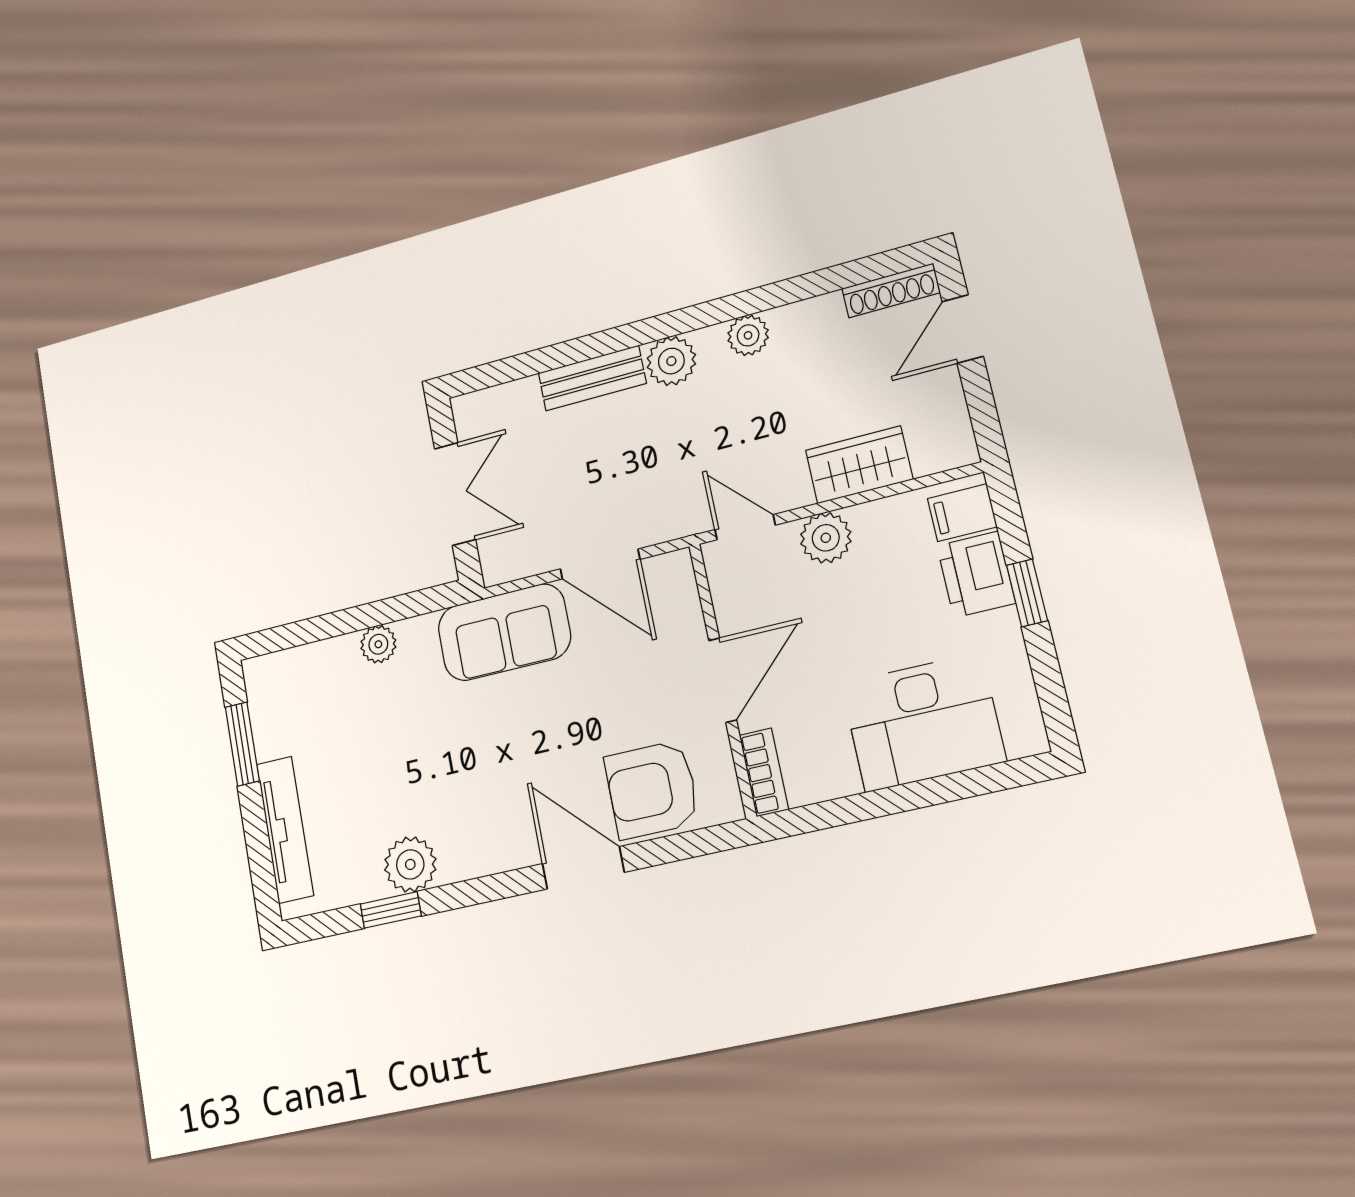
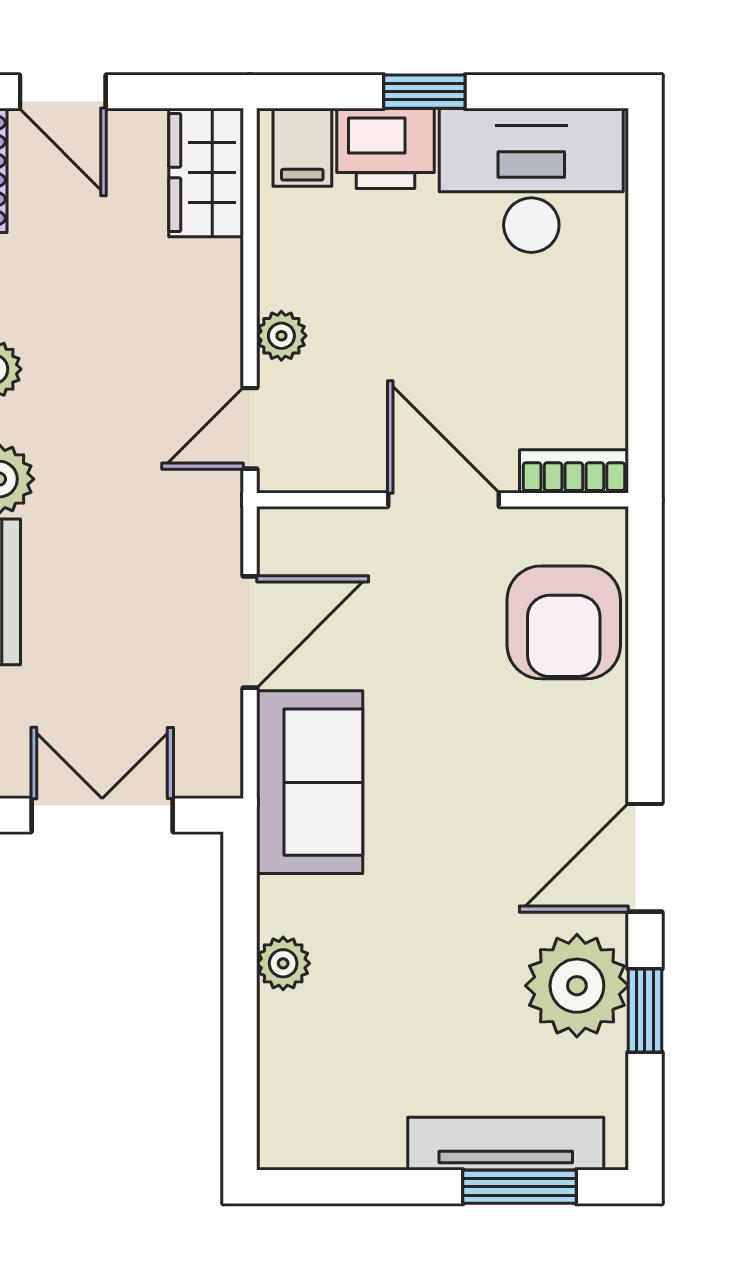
wardrobe: (859, 465) -> (206, 173), moved
plant: (826, 538) -> (281, 336), width x0.73, depth x0.73
desk: (923, 722) -> (531, 180), moved, turned -90
window: (242, 744) -> (520, 1187), moved
plant: (410, 864) -> (577, 986), width x1.36, depth x1.36
door: (583, 868) -> (645, 858), moved

